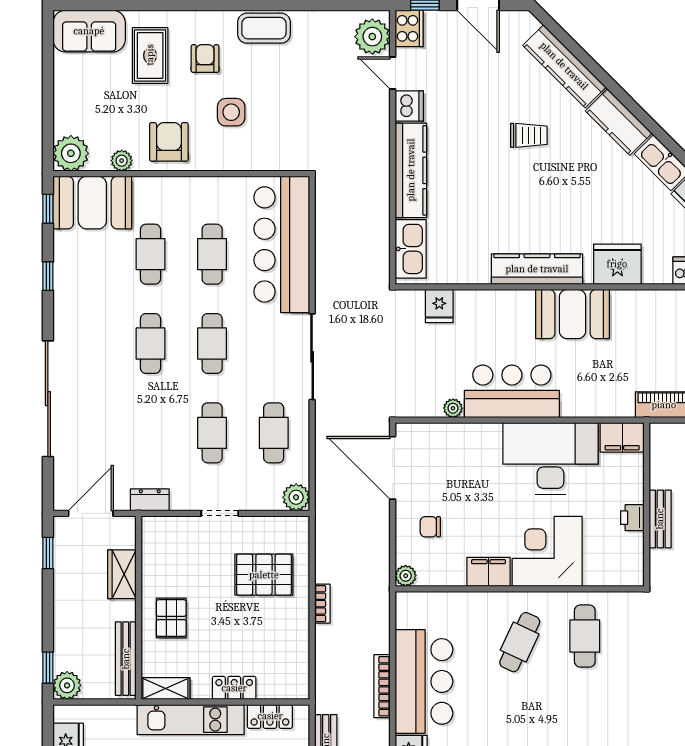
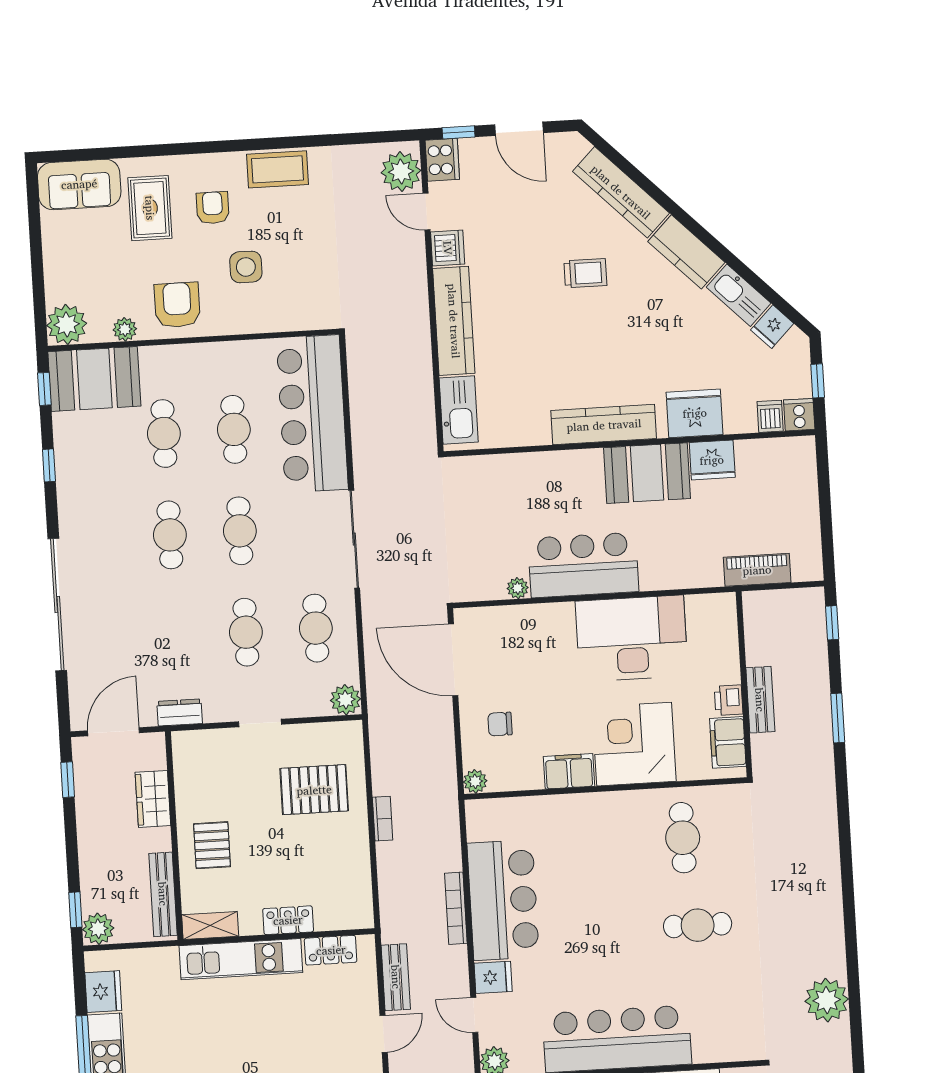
fridge: (439, 306) -> (712, 460), moved, width x1.38
filing cabinet: (622, 437) -> (728, 742), moved, turned 90
cafe table: (520, 642) -> (698, 925), moved, turned 65

